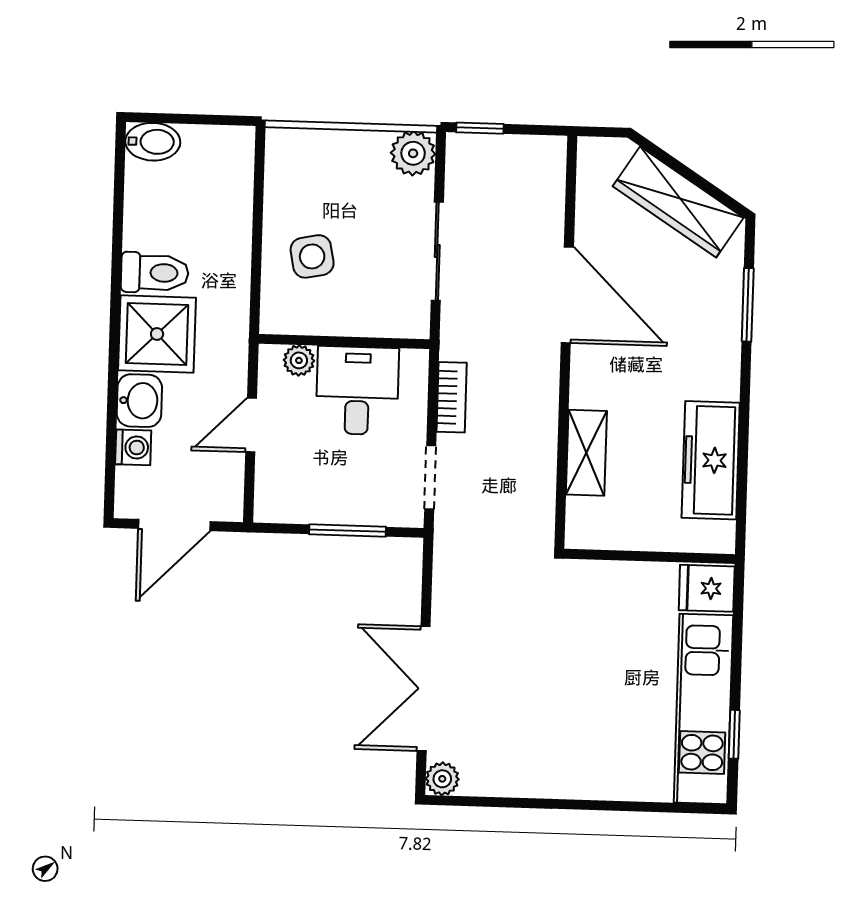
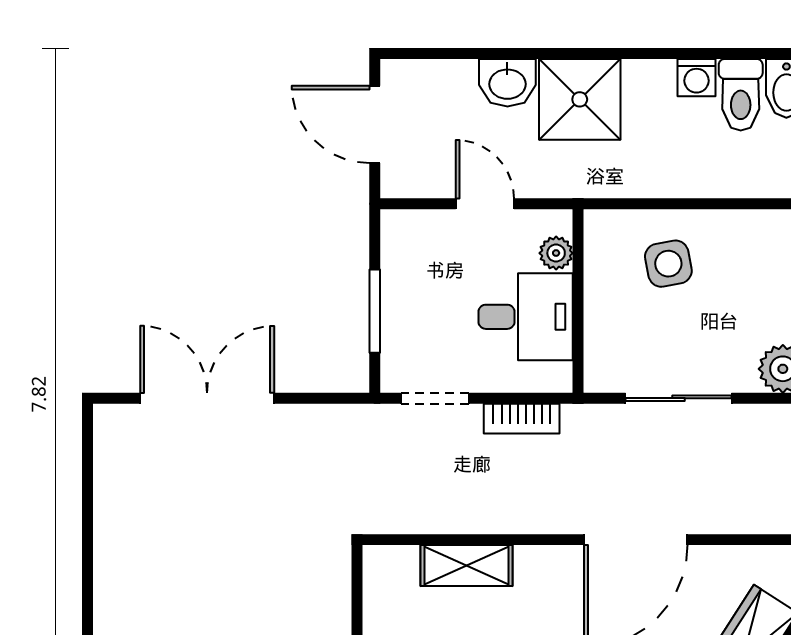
toilet: (155, 273) -> (741, 95), moved
washing machine: (133, 447) -> (696, 78), moved
plant: (442, 779) -> (111, 421), removed

